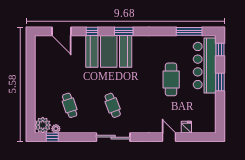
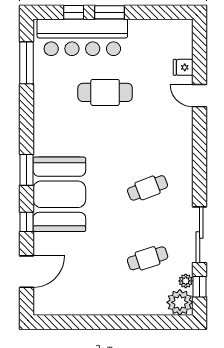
window: (220, 50) -> (74, 12), moved
sliding door: (113, 137) -> (200, 235), moved
door: (169, 137) -> (200, 96), hinge flipped

